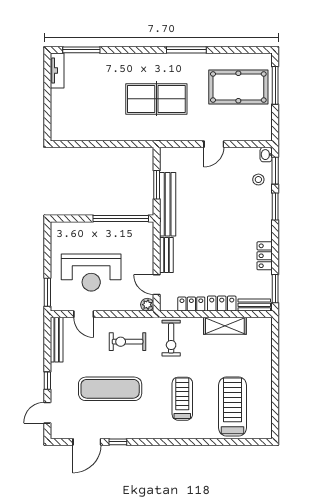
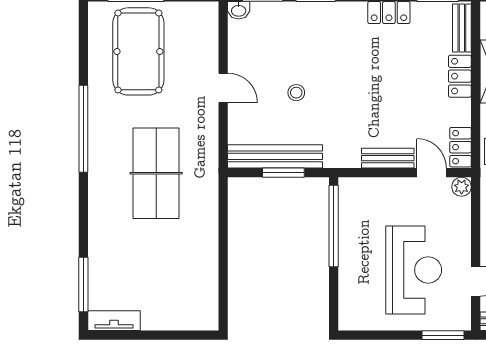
window: (186, 50) -> (83, 129), width x1.46
stool: (258, 180) -> (296, 93), moved
bench: (168, 204) -> (275, 156), moved
door: (157, 285) -> (432, 173), swing flipped
locker: (191, 304) -> (460, 147), moved

